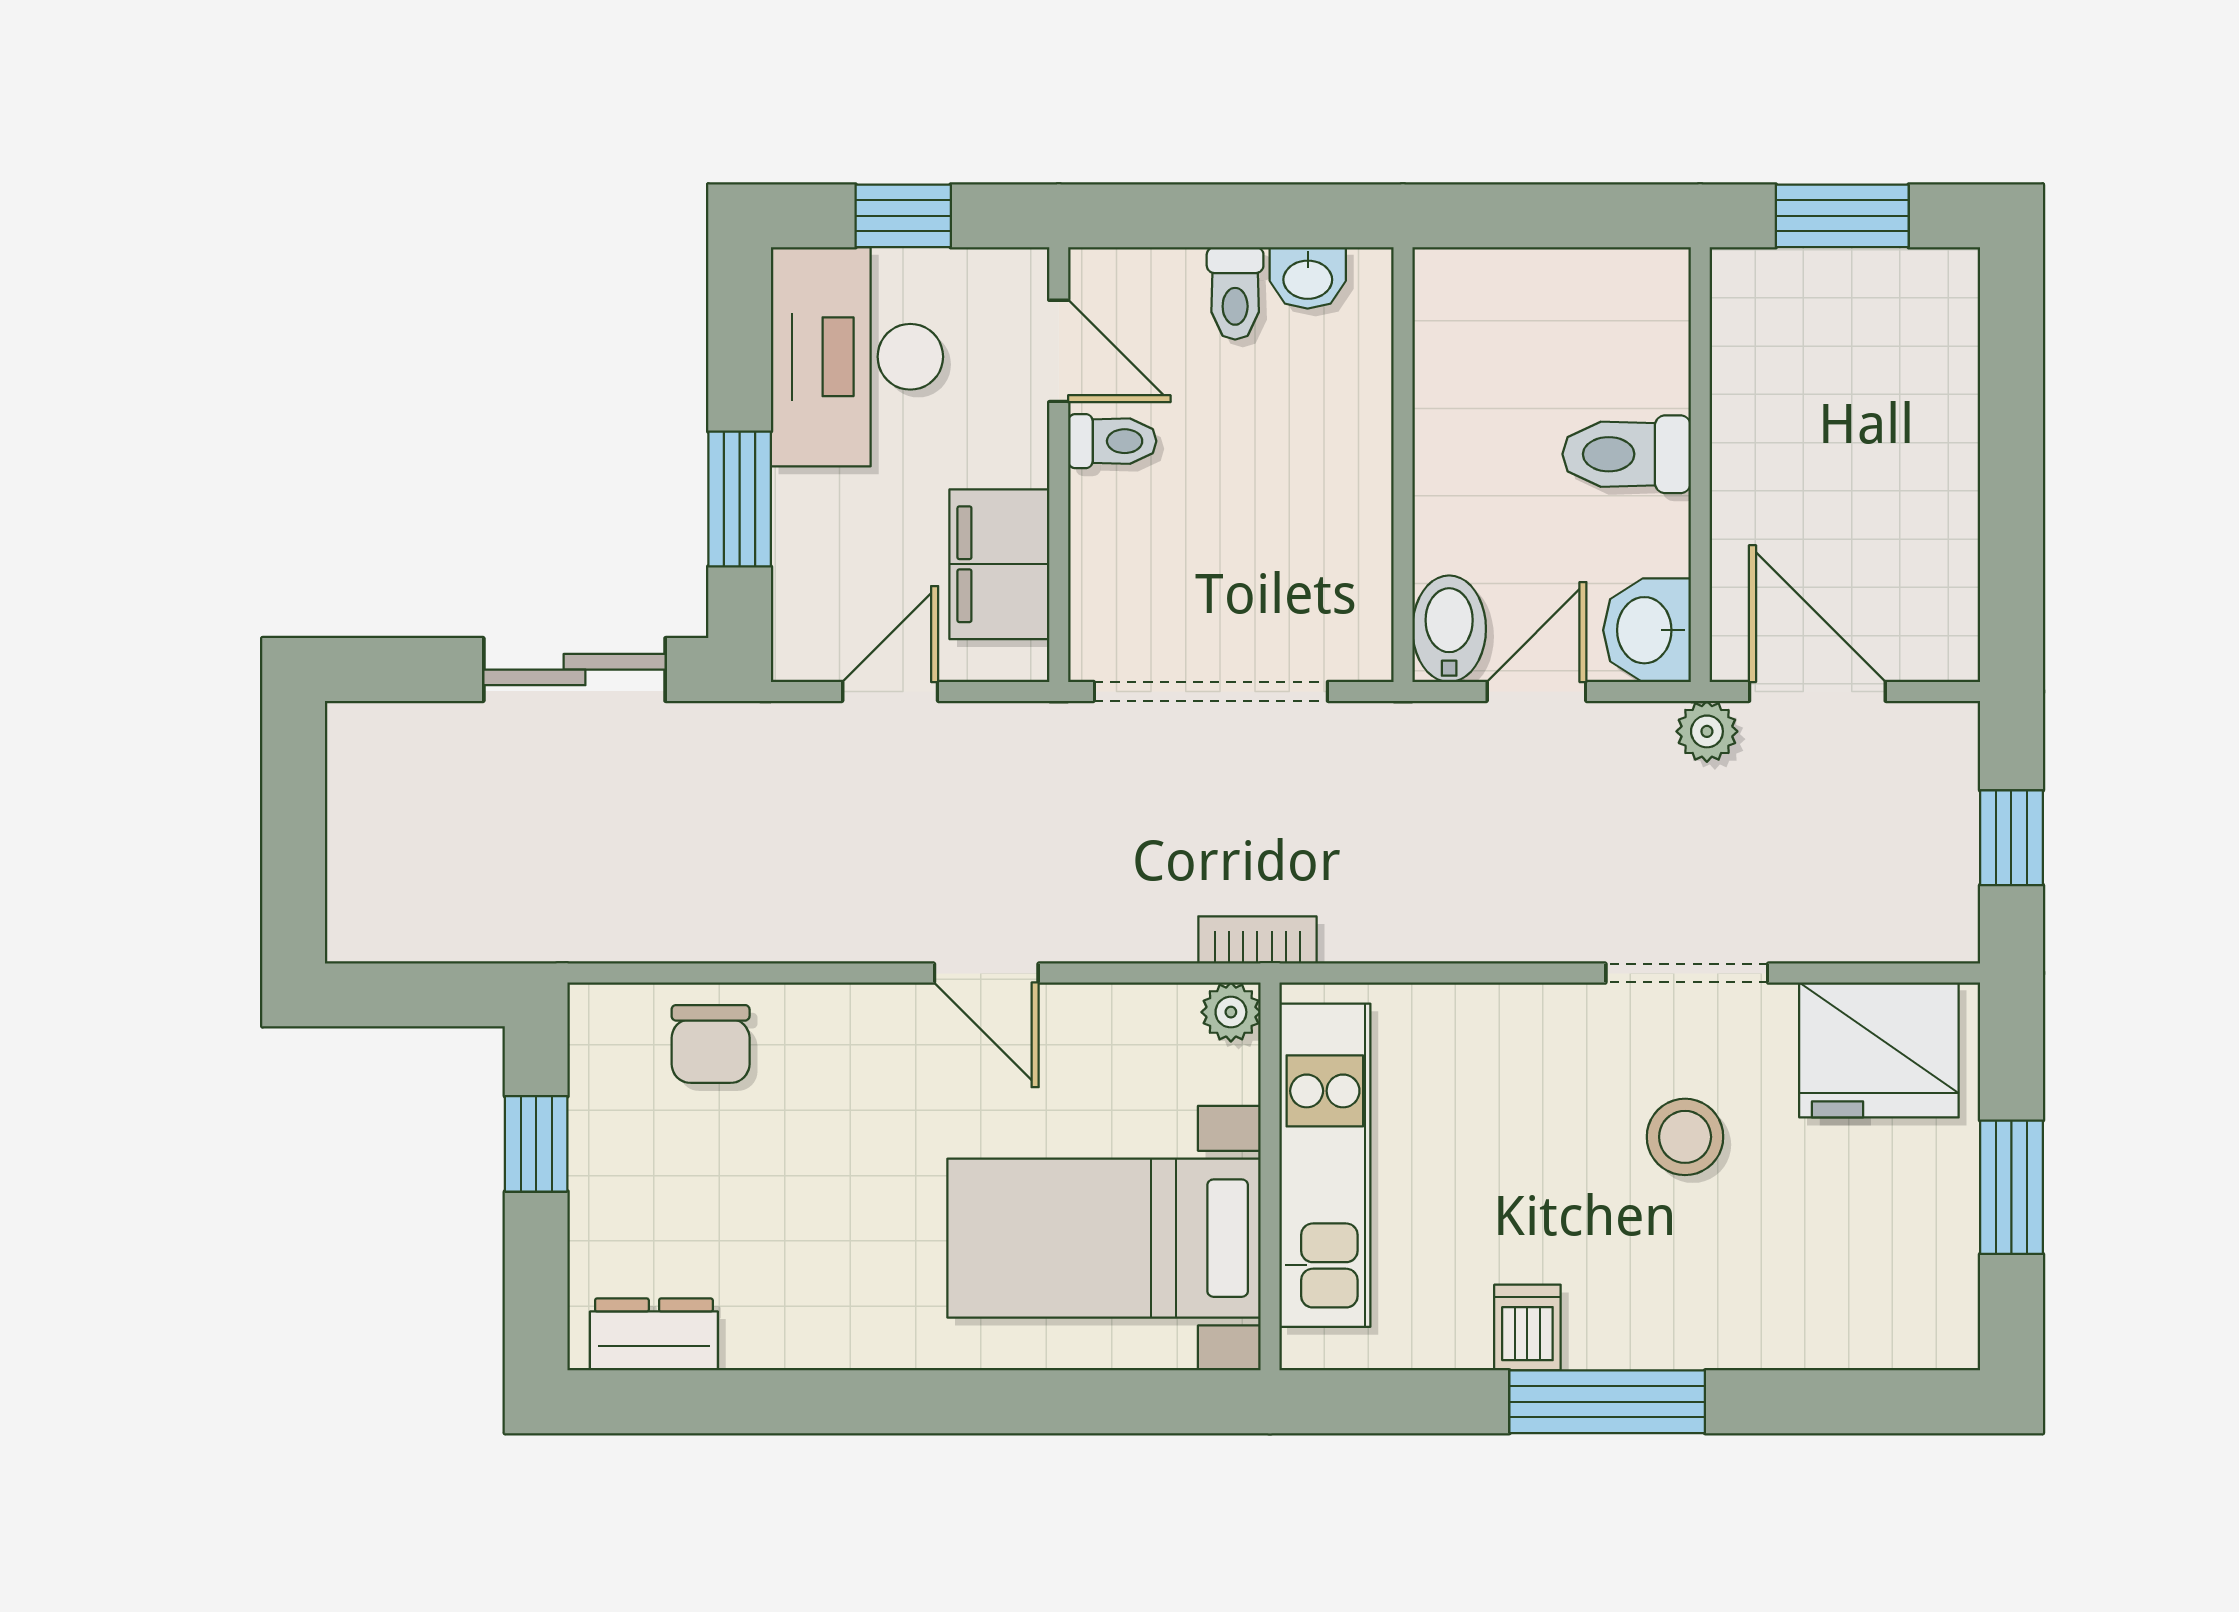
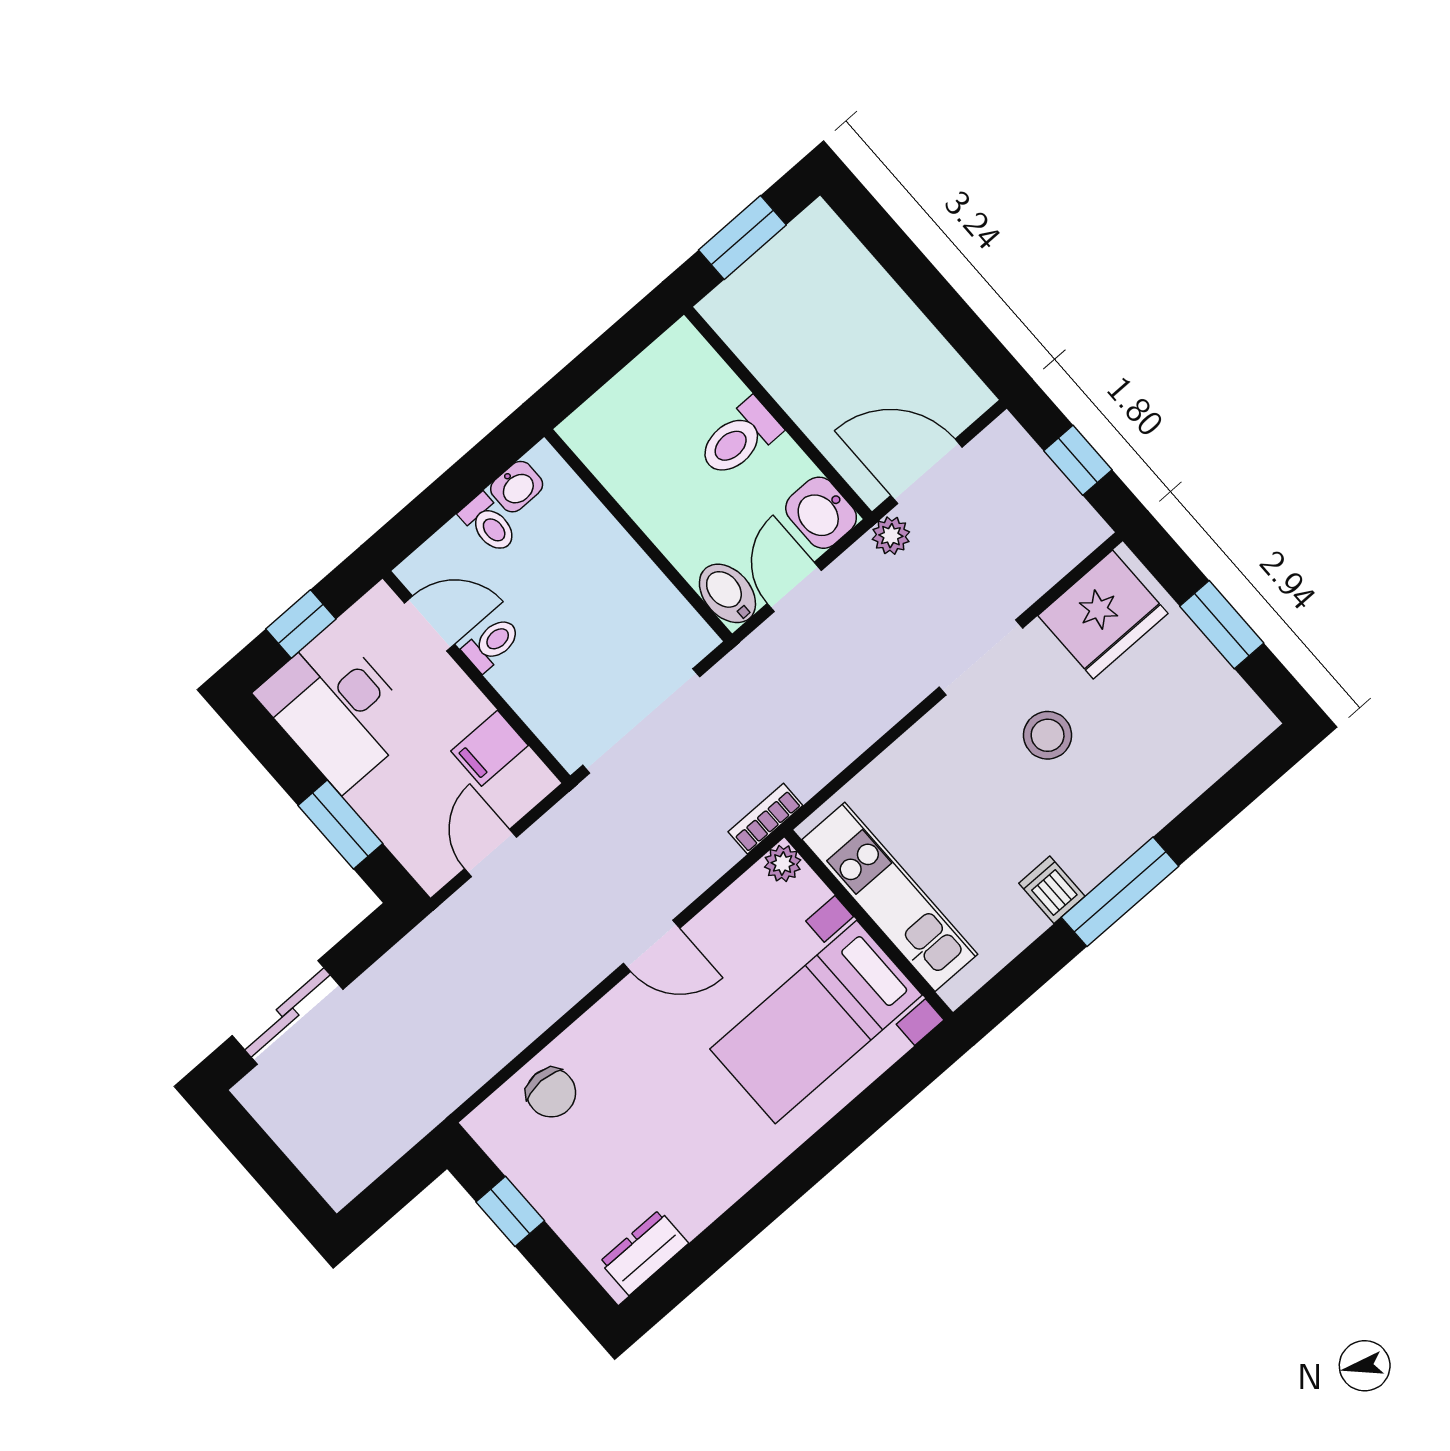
filing cabinet: (999, 564) -> (489, 748), width x0.50
sliding door: (574, 670) -> (288, 1012), moved

